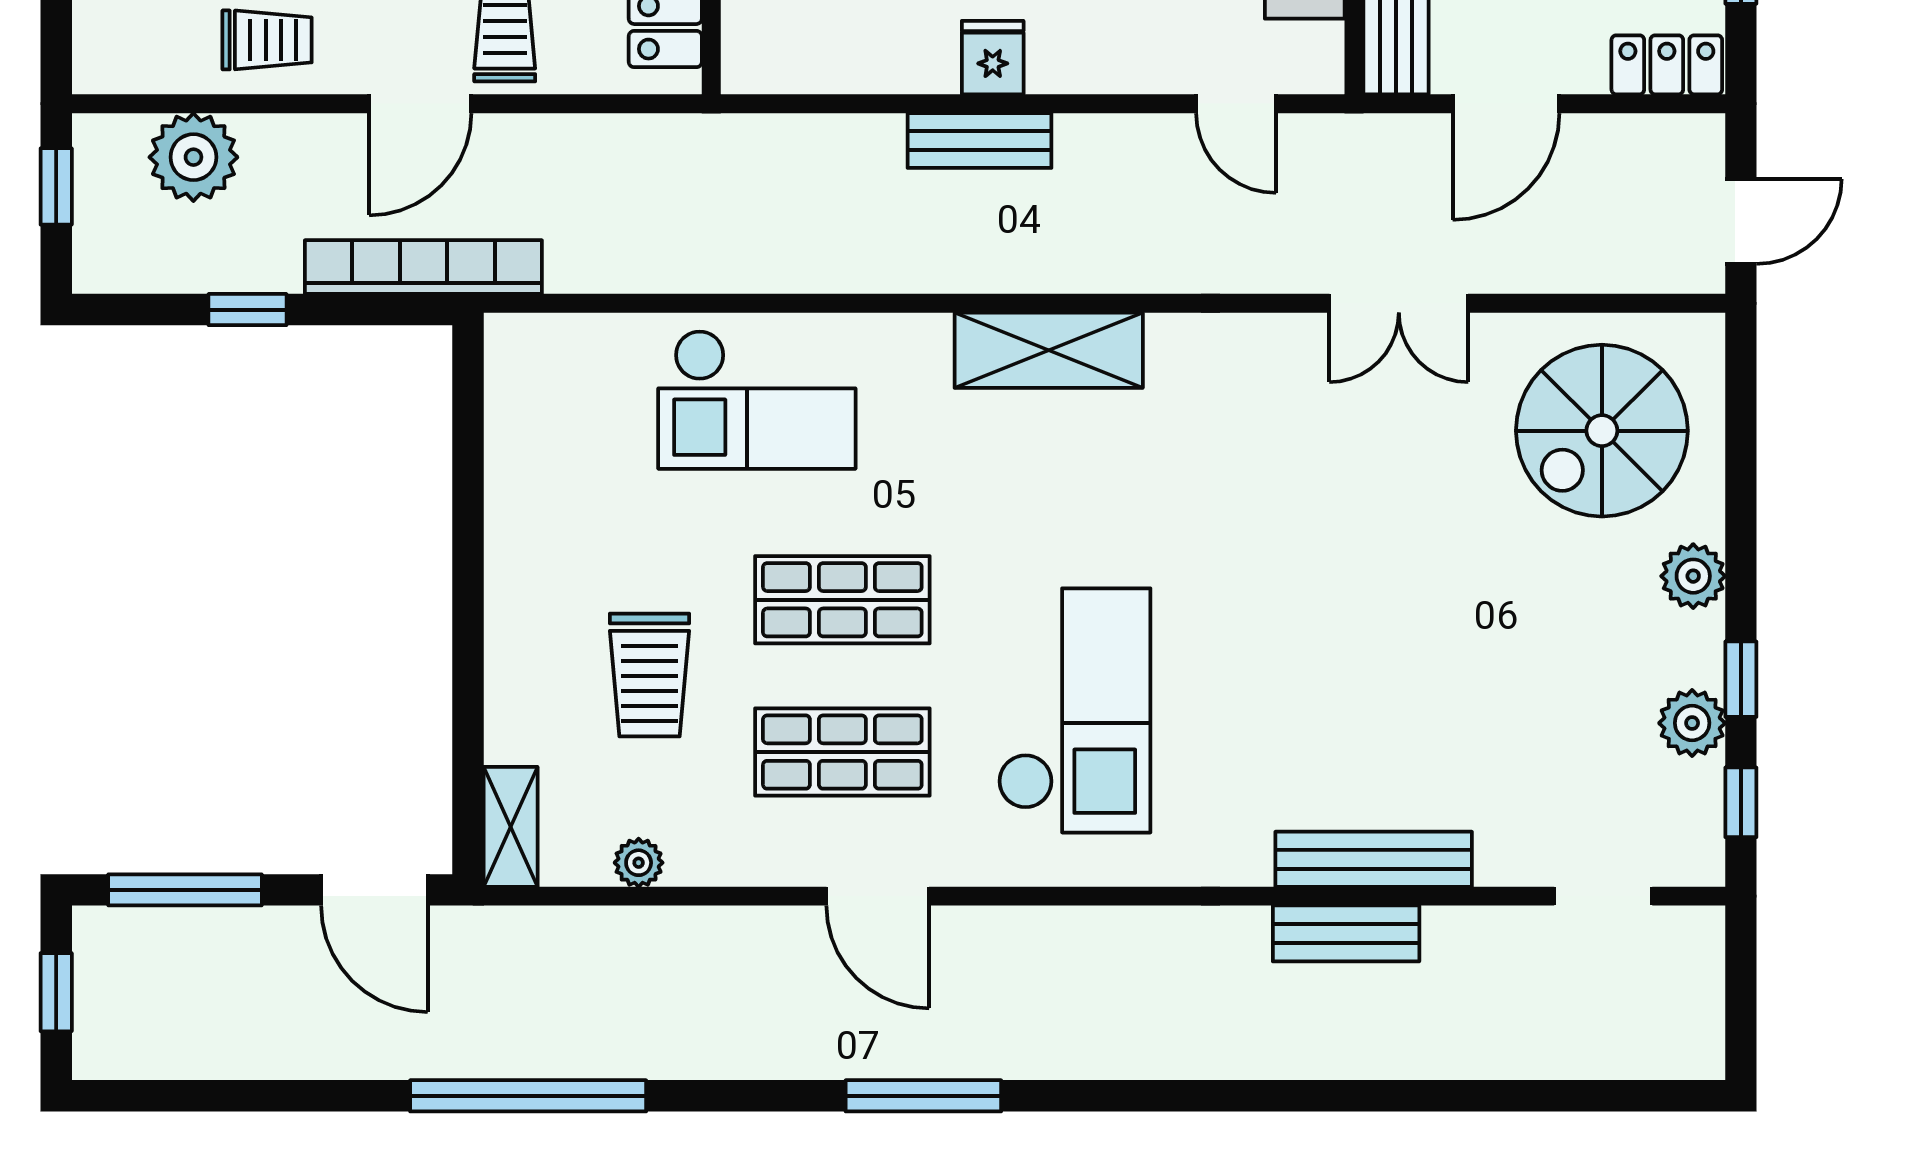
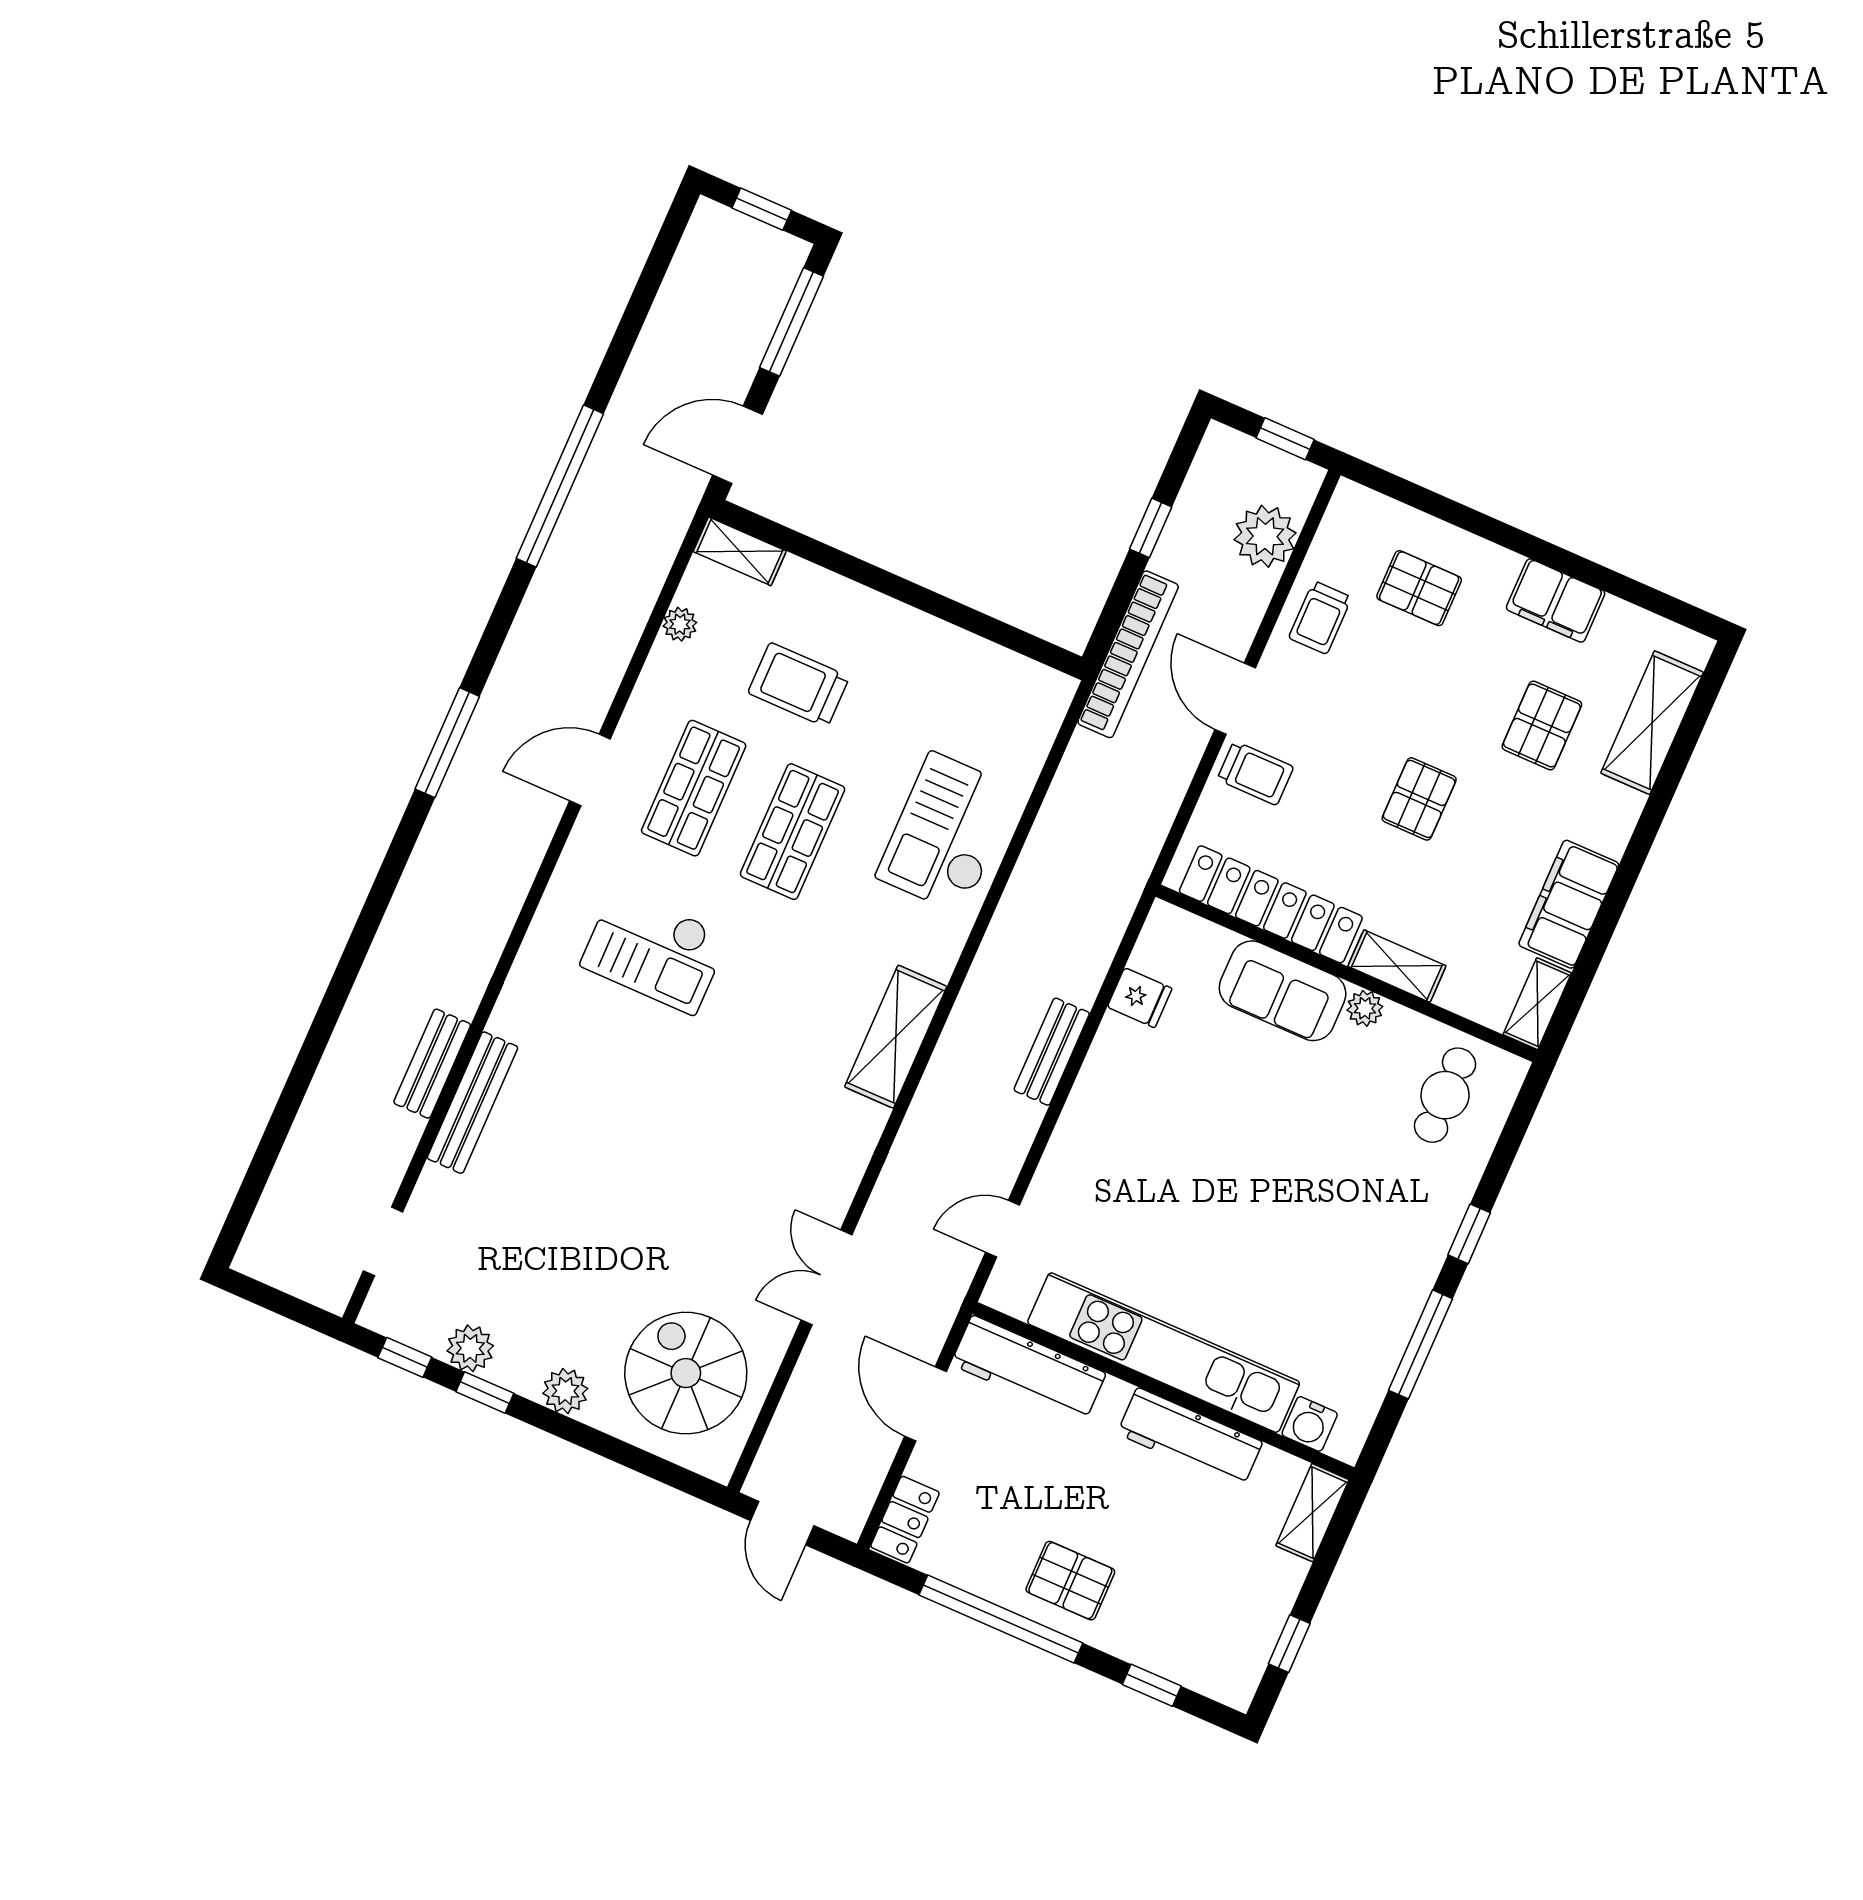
fridge: (993, 58) -> (1140, 998), moved
checkout: (1074, 710) -> (655, 951), width x0.73, depth x0.83

